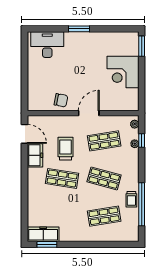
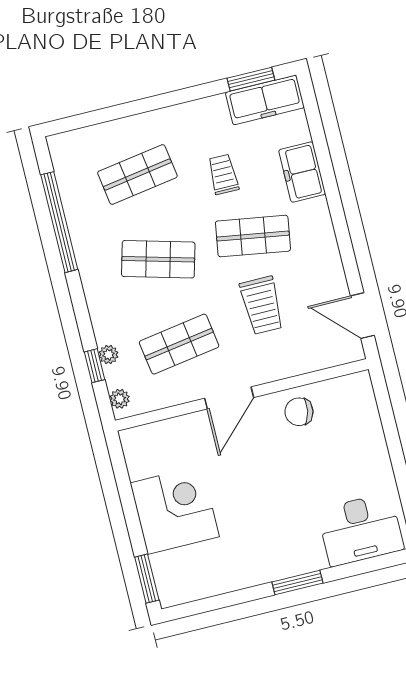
freezer: (35, 155) -> (302, 172), moved
trolley: (131, 199) -> (223, 174), moved

